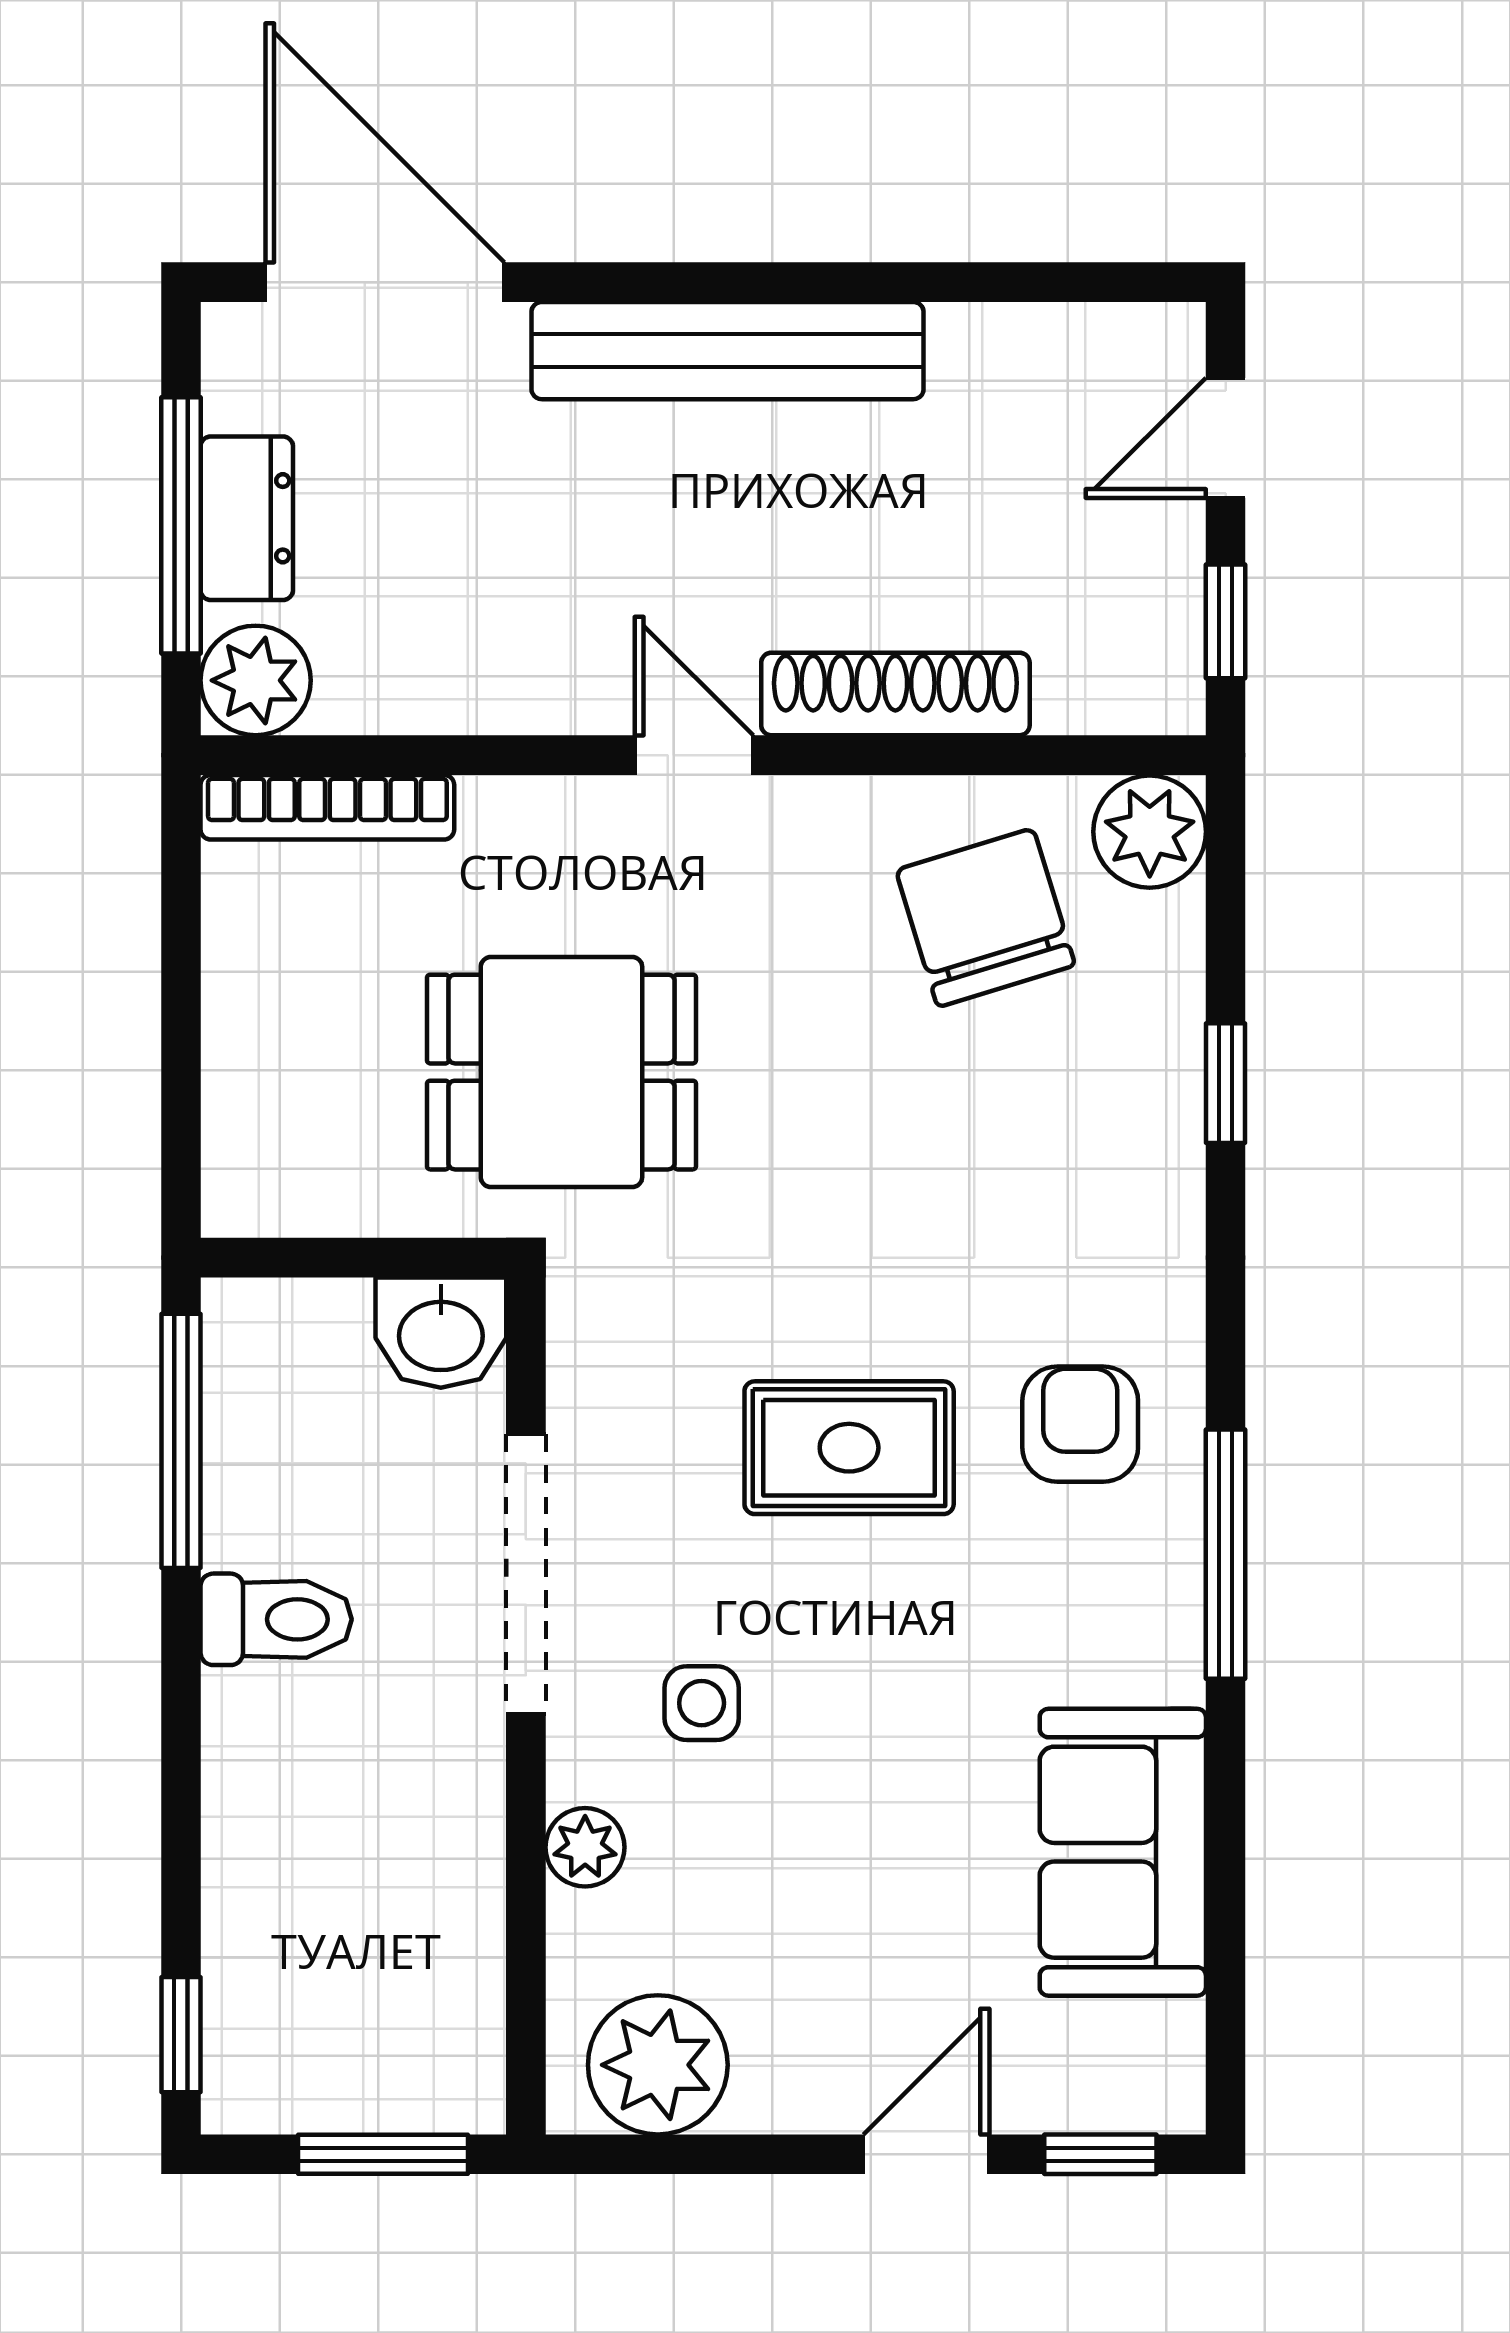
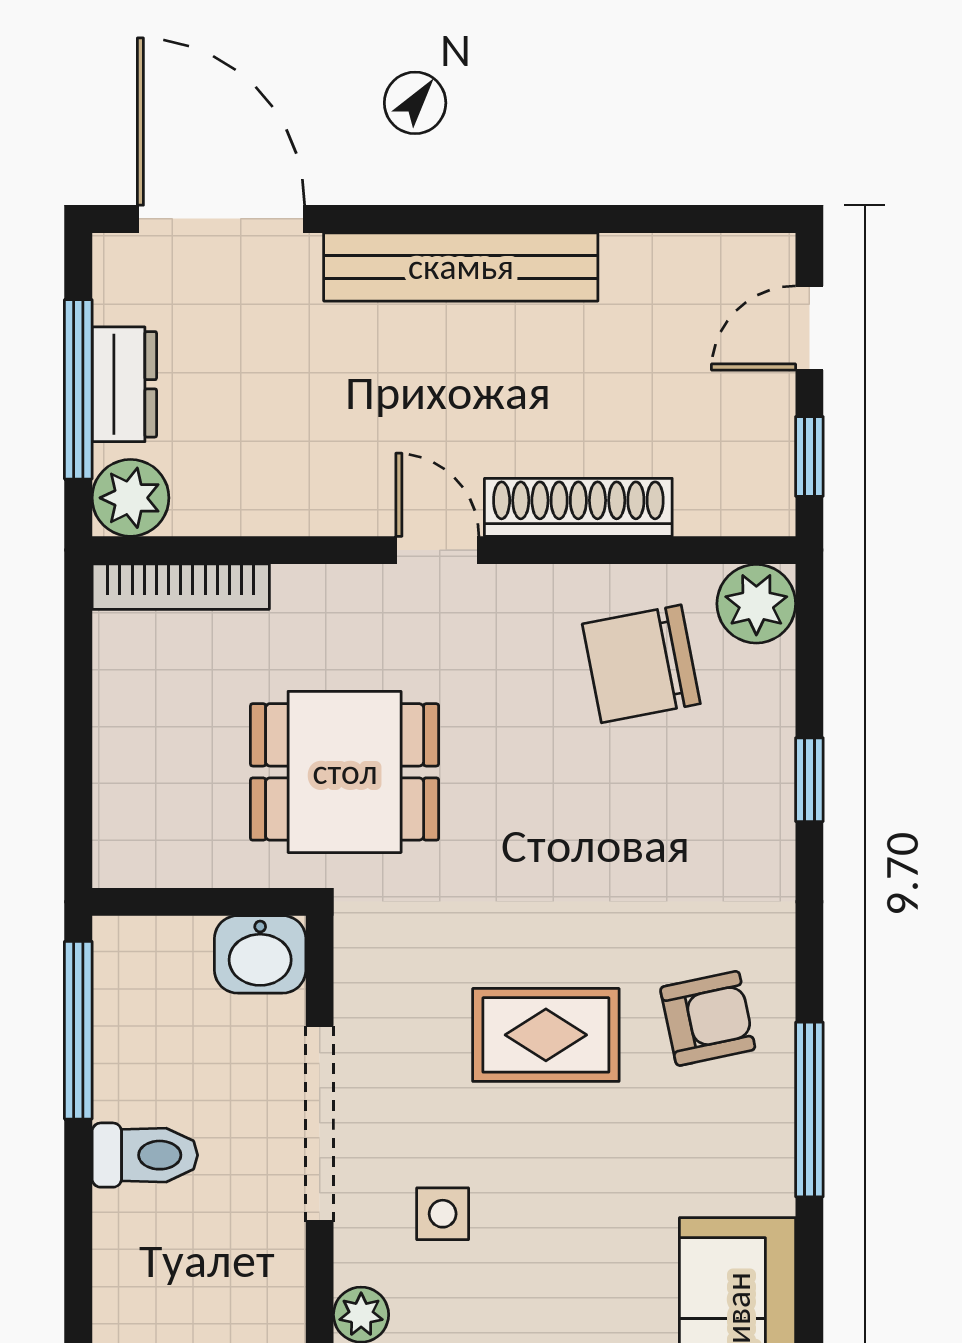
chair: (985, 918) -> (641, 664), turned -84
armchair: (1080, 1424) -> (708, 1018), turned 78

